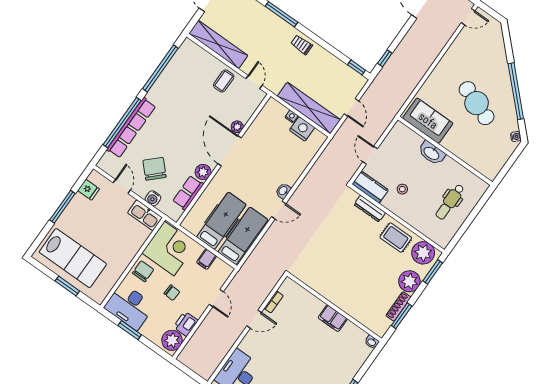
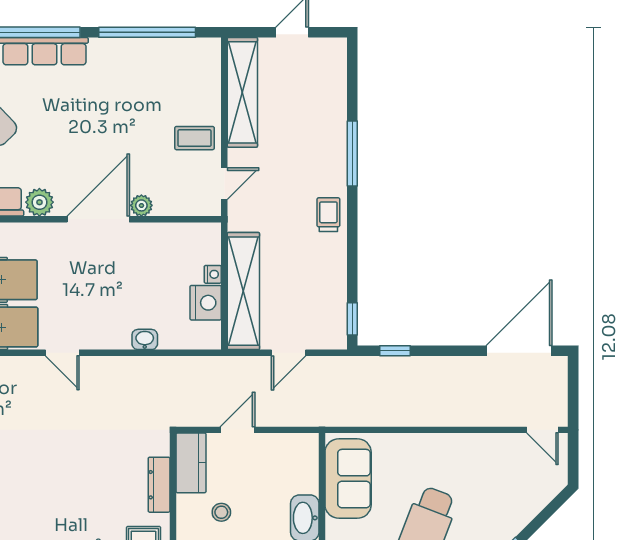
washbasin: (283, 191) -> (145, 339), moved

